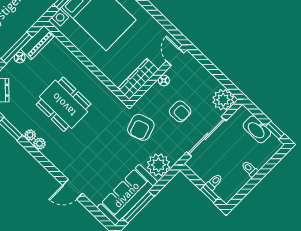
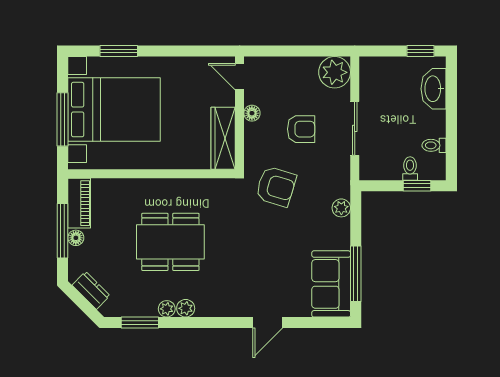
armchair: (141, 127) -> (276, 186), turned -55
washbasin: (257, 129) -> (434, 89), moved, turned 90
sliding door: (206, 136) -> (355, 128), width x0.73
plant: (158, 165) -> (341, 208), width x0.53, depth x0.53
toilet: (250, 169) -> (434, 145), moved
sofa: (127, 195) -> (331, 284), width x0.73

